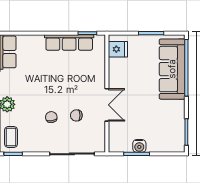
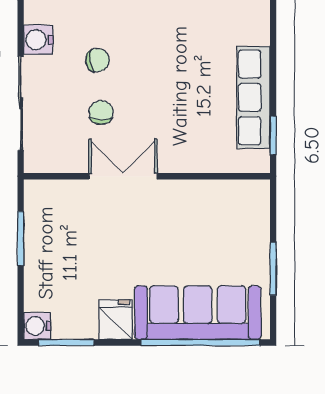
fridge: (118, 49) -> (116, 320), moved, turned 180
double door: (107, 105) -> (123, 176), swing flipped
water cooler: (42, 145) -> (38, 40), added
water cooler: (139, 146) -> (37, 326), moved

